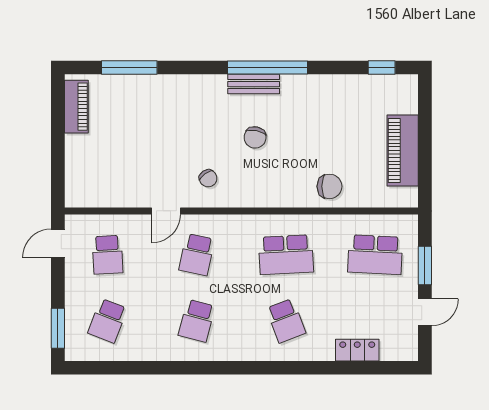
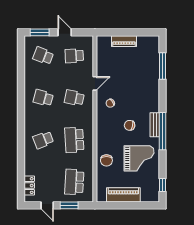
piano: (76, 107) -> (124, 41), moved
grand piano: (325, 117) -> (139, 158), added
door: (166, 211) -> (95, 83), swing flipped
door: (58, 243) -> (65, 32), moved
locker: (357, 350) -> (29, 186), moved

